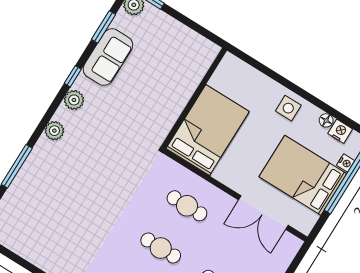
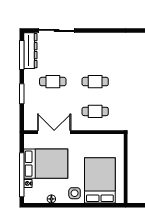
bed: (208, 130) -> (100, 180), moved, turned 180
nightstand: (340, 131) -> (41, 198), removed

